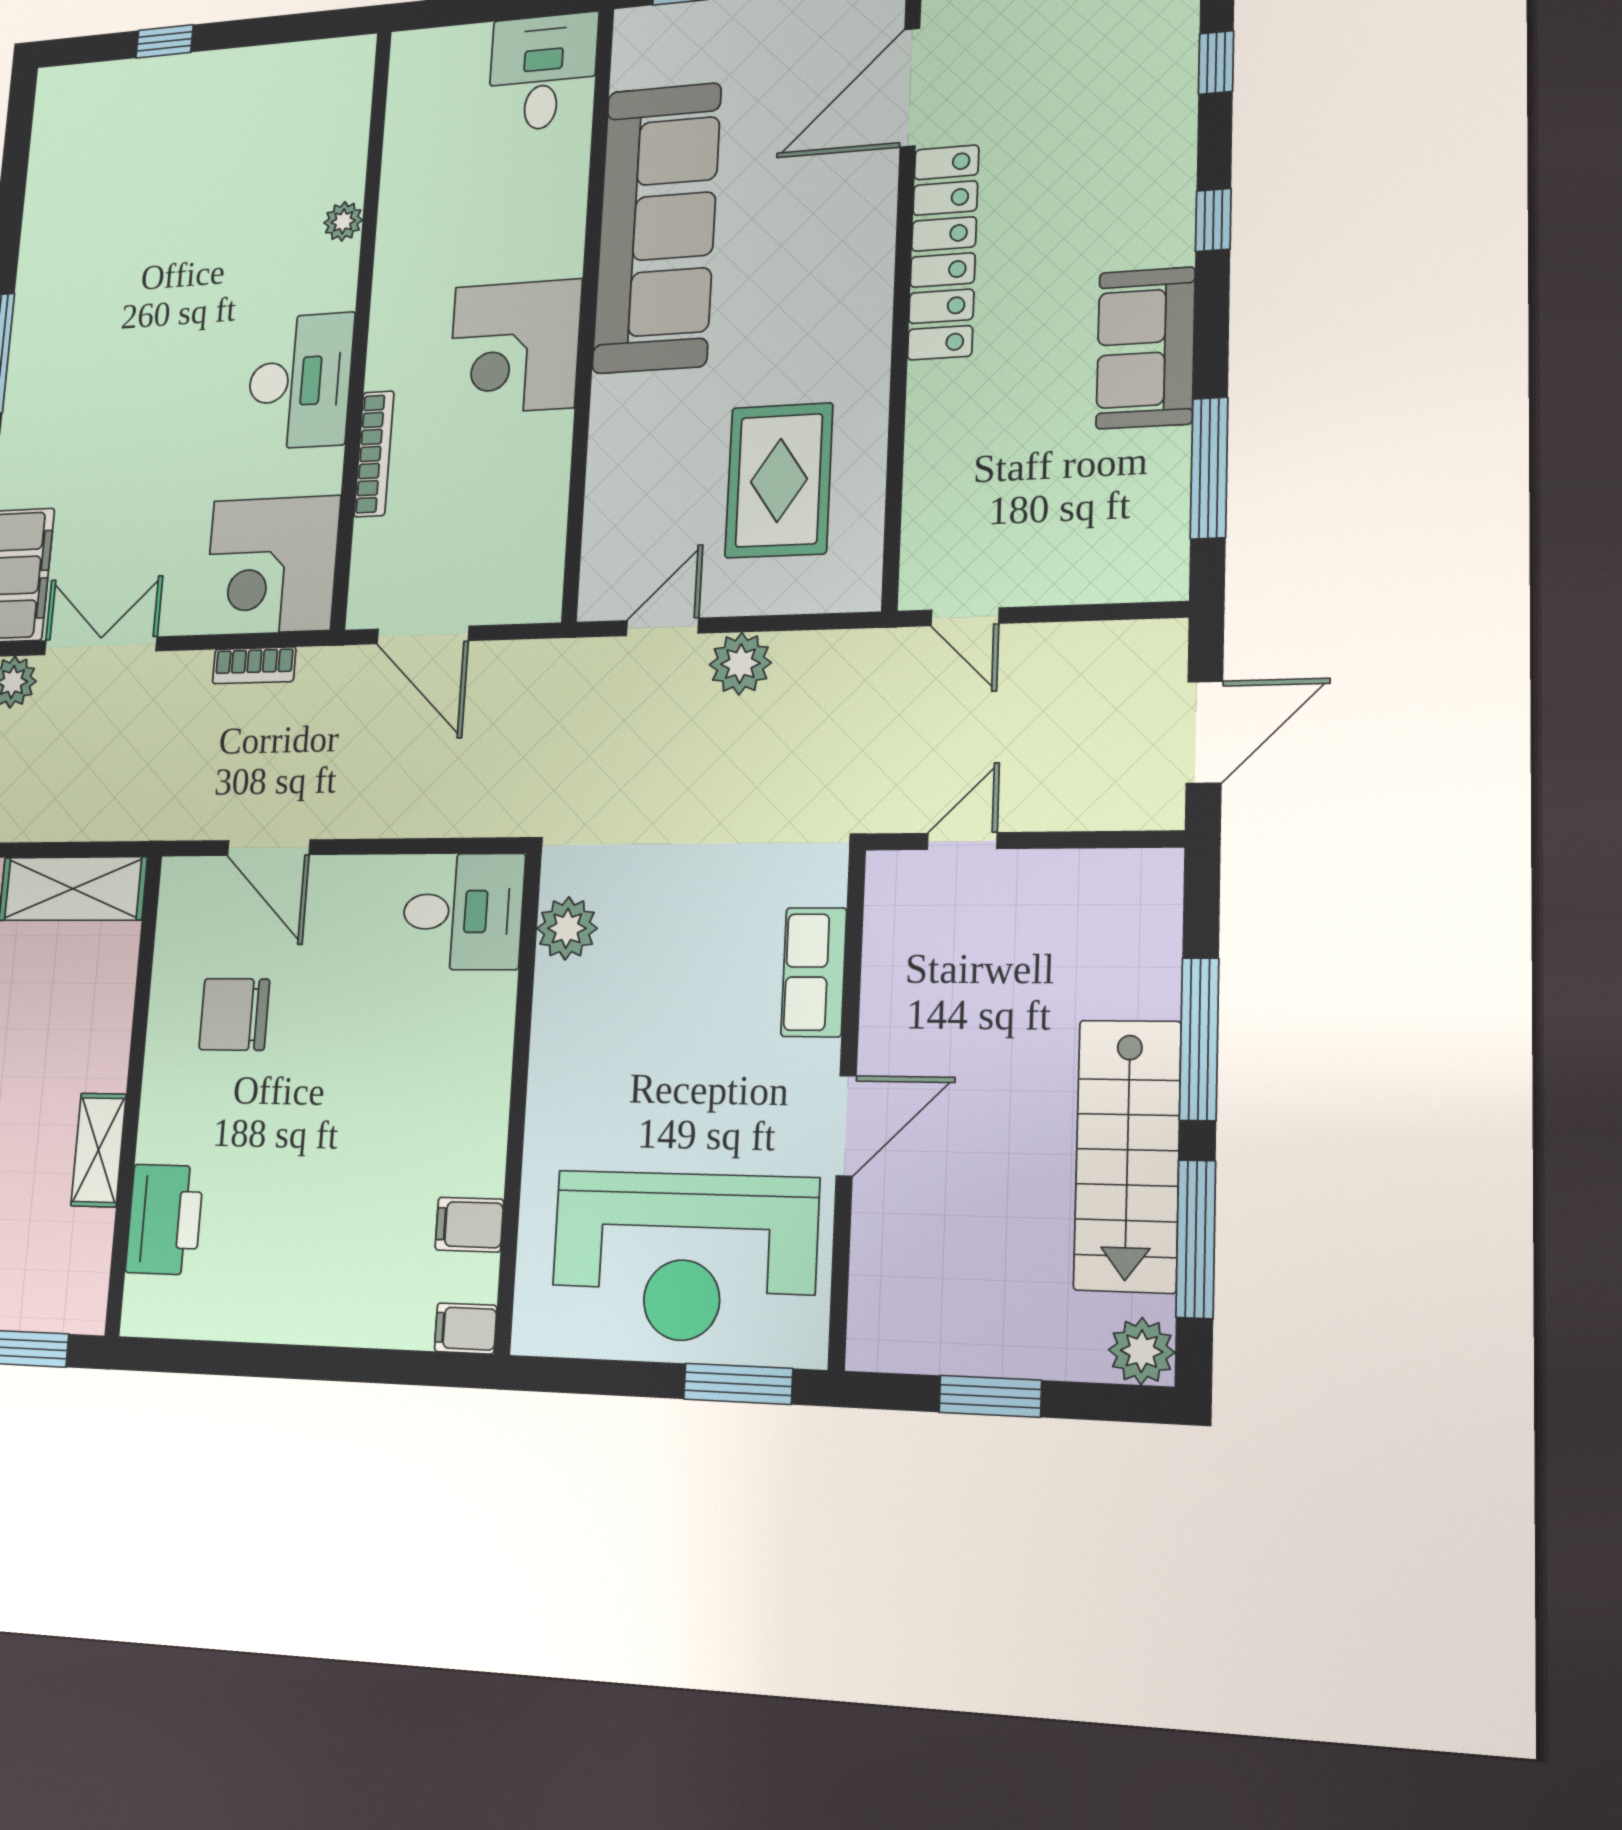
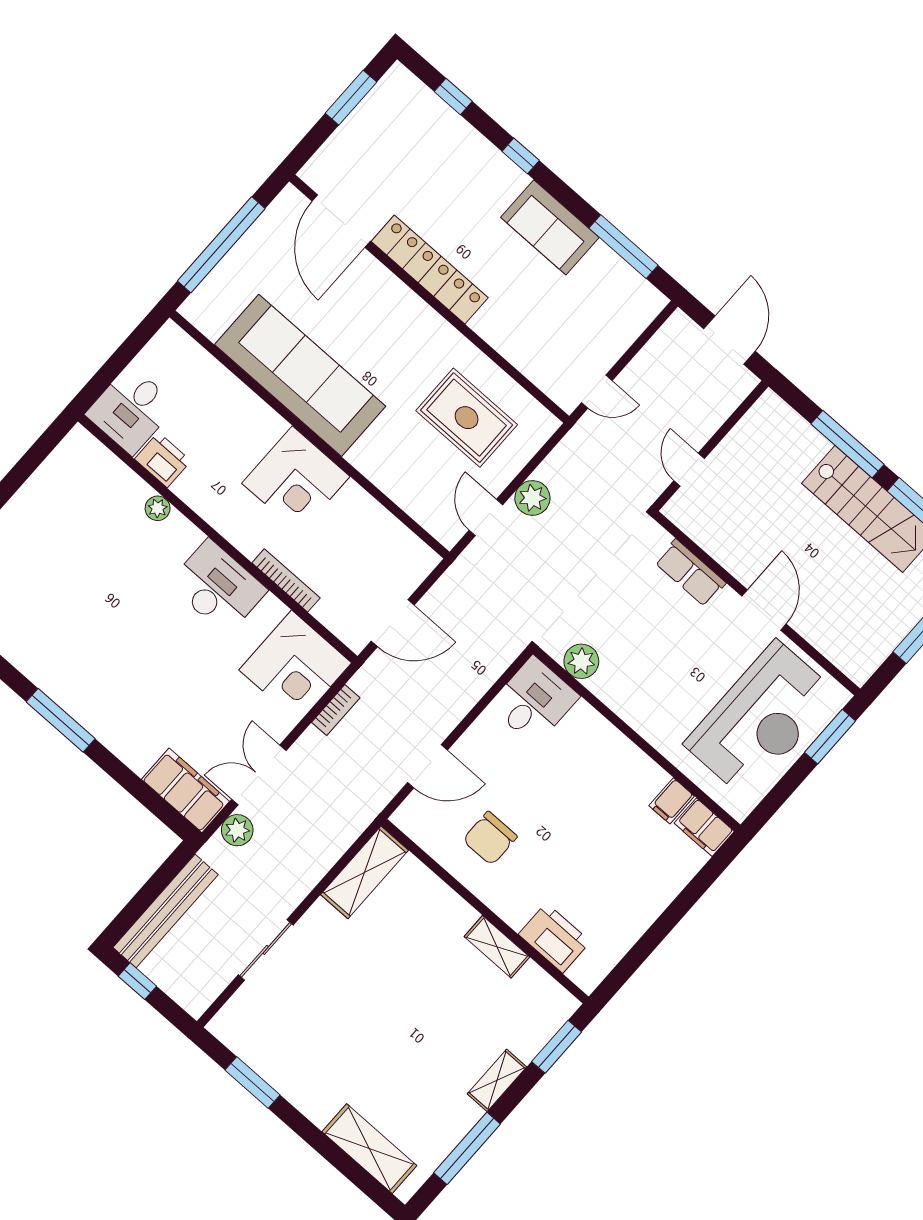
desk: (543, 72) -> (131, 410), moved, turned -90
printer: (409, 171) -> (163, 460), added
filing cabinet: (466, 1328) -> (704, 827), width x2.00

